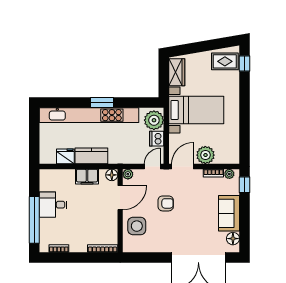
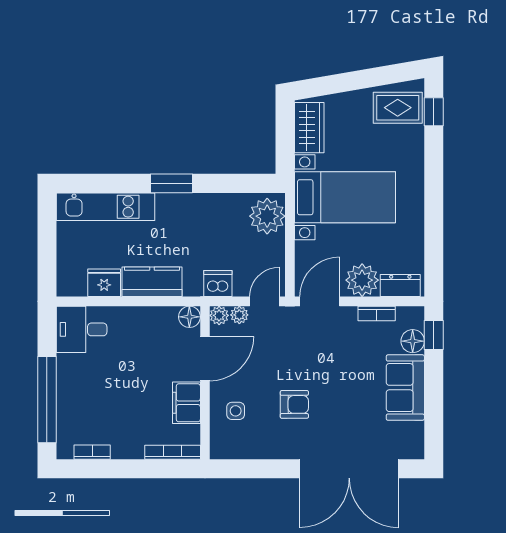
kitchen unit: (89, 115) -> (106, 207), width x0.54
dishwasher: (157, 139) -> (218, 284), moved, turned 90
dresser: (226, 158) -> (400, 285), added
plant: (229, 174) -> (239, 315), moved
filing cabinet: (87, 177) -> (186, 403), moved, turned 90
armchair: (166, 203) -> (294, 404), moved
desk: (53, 205) -> (82, 329), moved
side table: (137, 226) -> (236, 411), width x0.54, depth x0.54
floor lamp: (233, 239) -> (413, 341), moved

